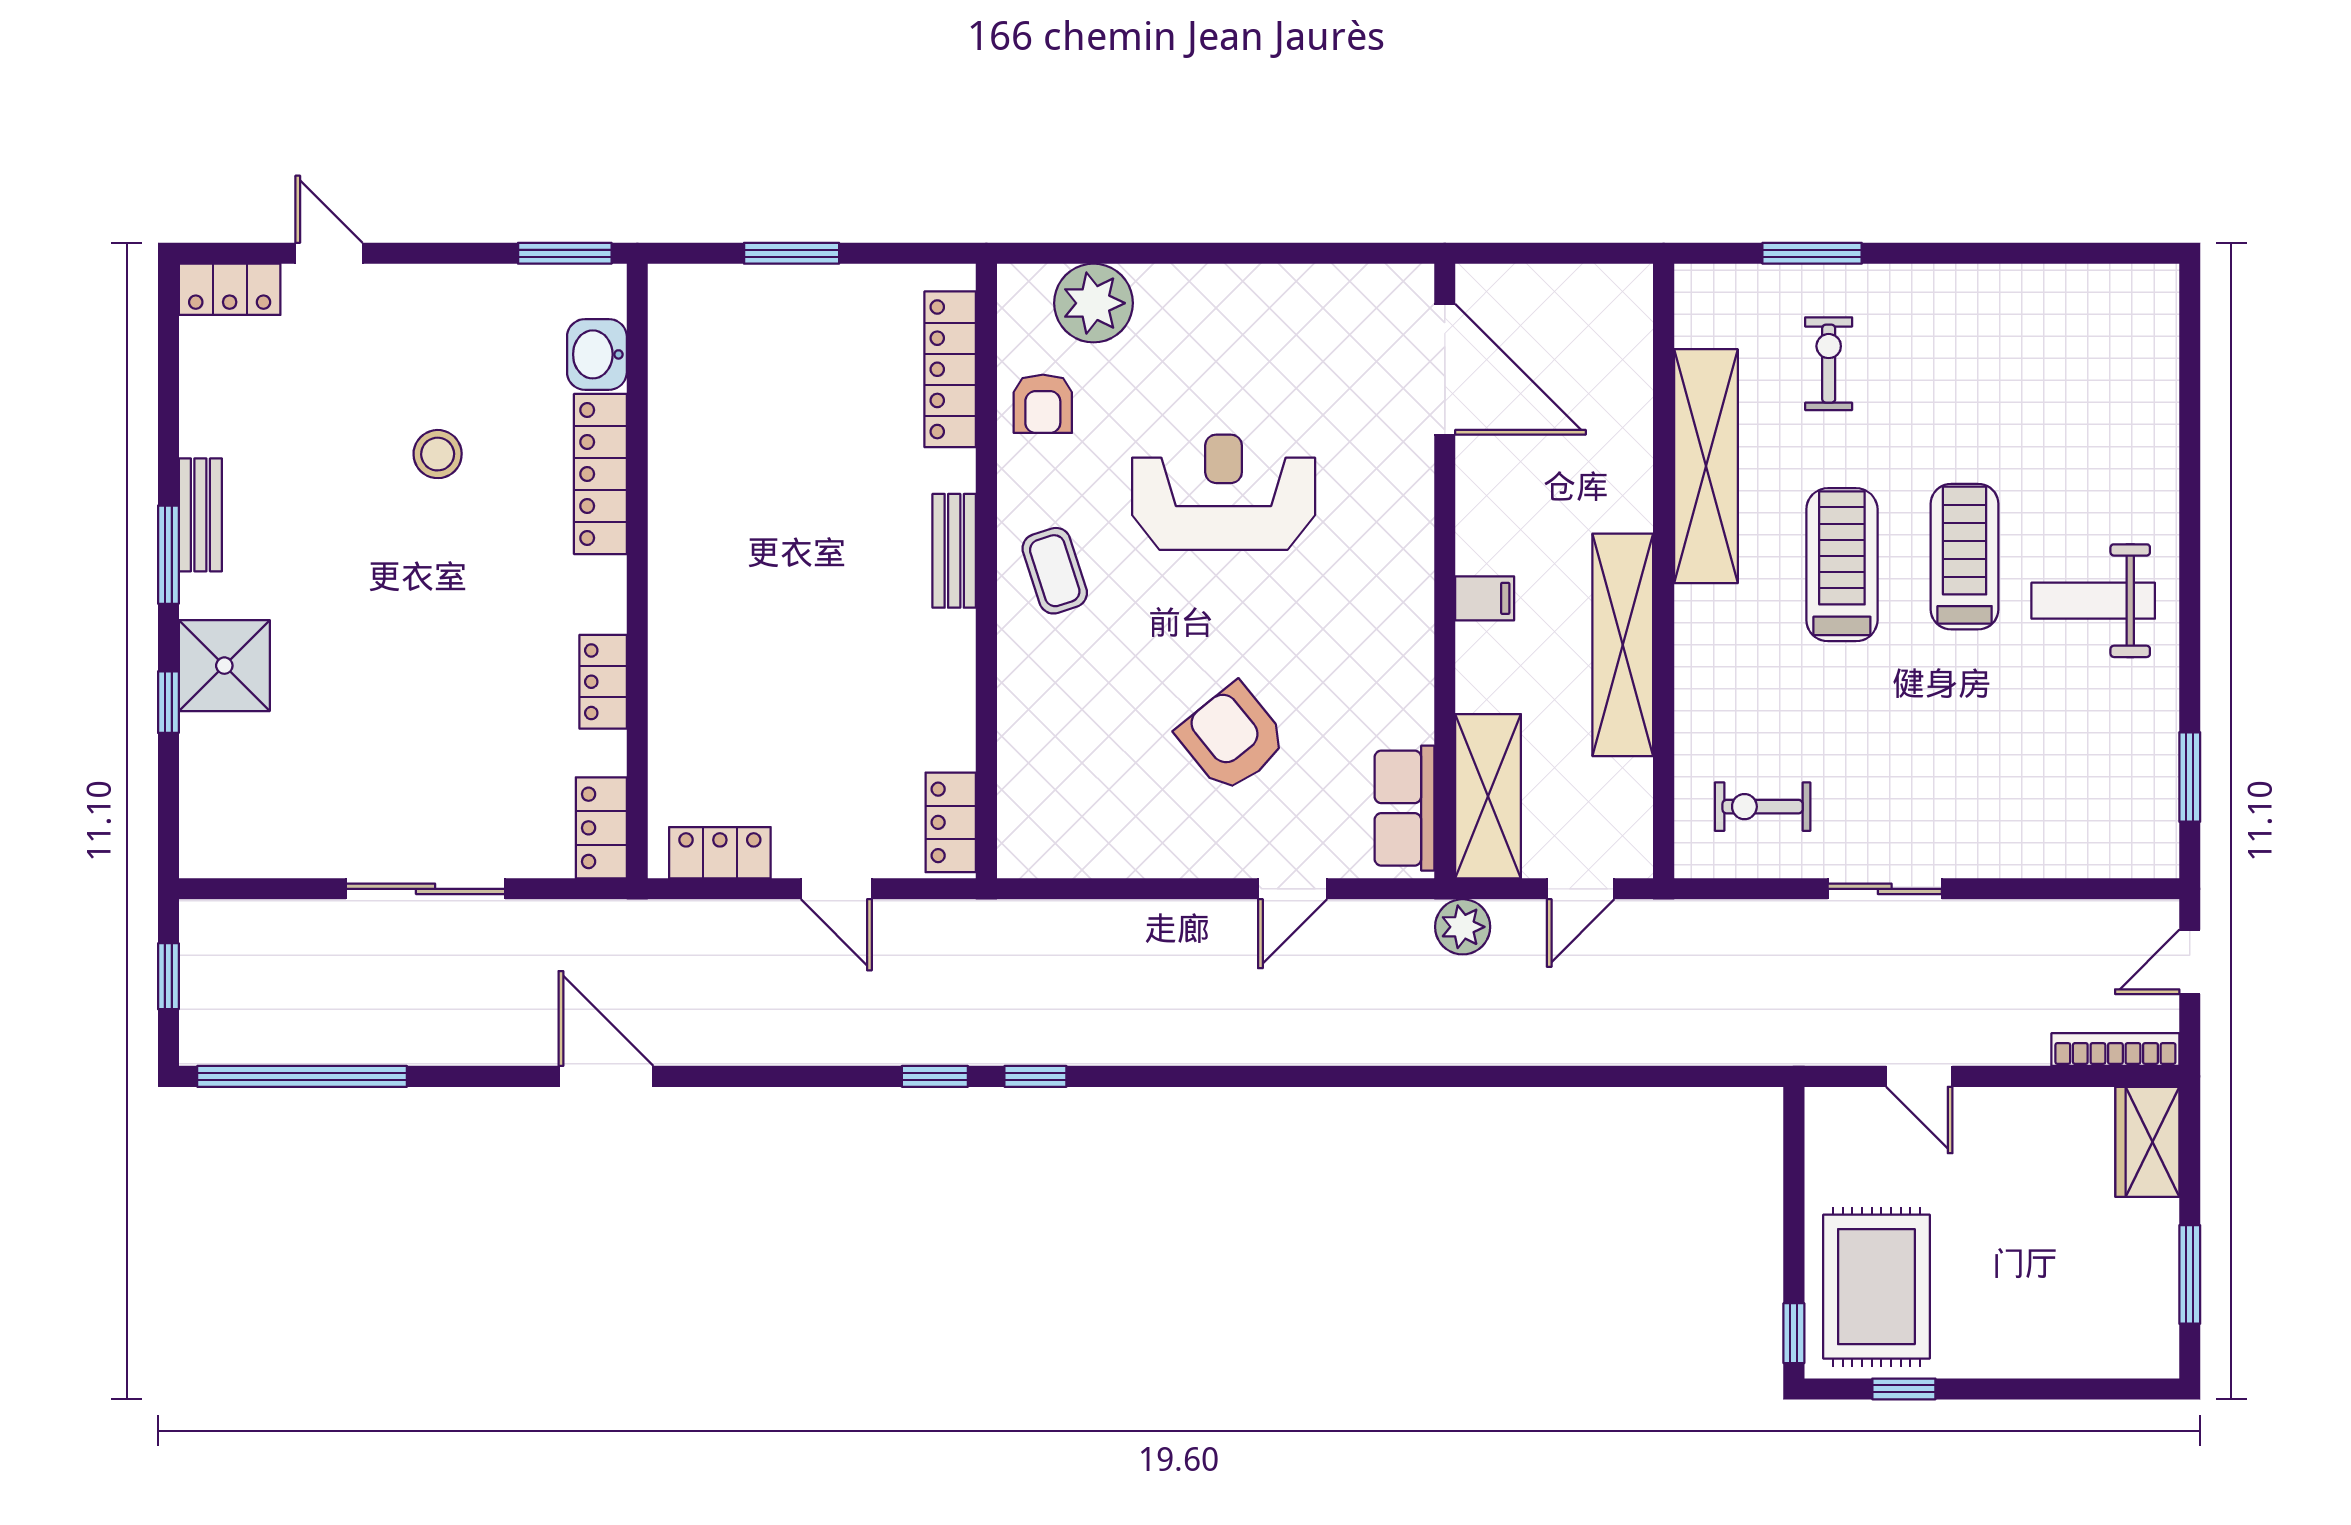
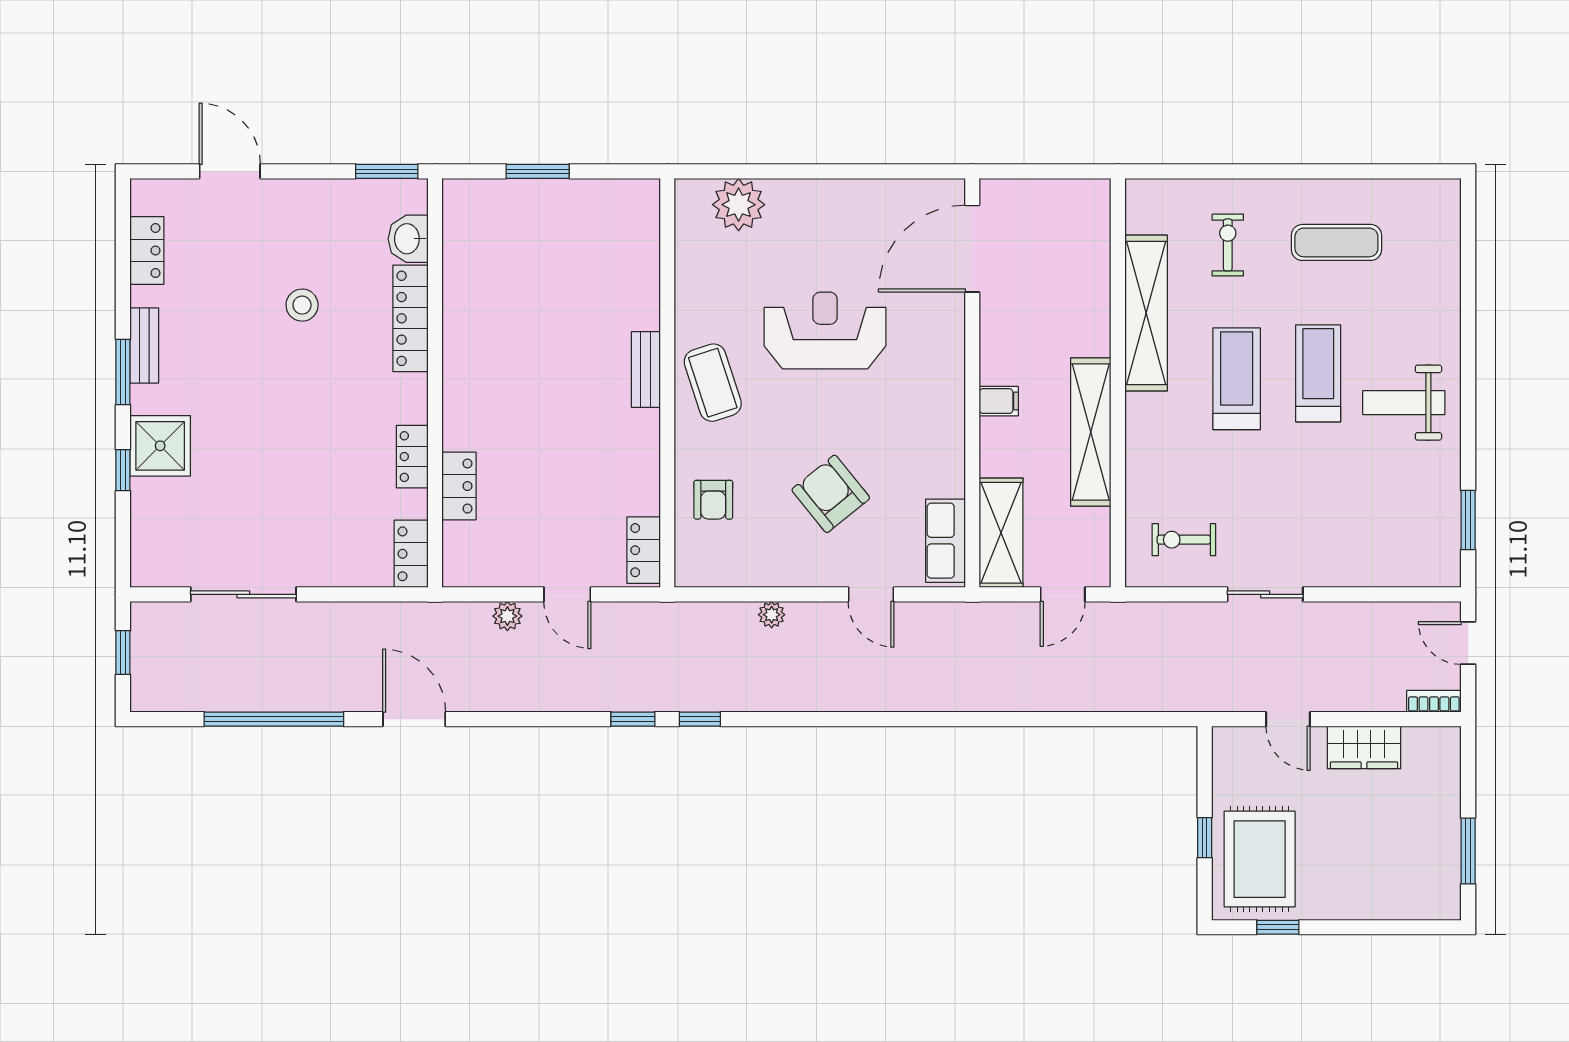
door: (329, 253) -> (230, 171), width x1.38
window: (1812, 253) -> (1217, 171), removed
locker: (230, 289) -> (147, 251), moved, turned -90
exercise mat: (1992, 360) -> (1336, 242), added
locker: (950, 369) -> (643, 249), removed
door: (1445, 369) -> (972, 249), swing flipped
armchair: (1043, 404) -> (713, 500), moved
coffee table: (1055, 571) -> (713, 383), width x1.36, depth x1.30
locker: (720, 853) -> (459, 486), moved, turned 90
sliding door: (426, 889) -> (243, 594), moved
door: (1293, 889) -> (871, 594), hinge flipped
plant: (746, 921) -> (507, 616), added
plant: (1463, 927) -> (772, 615), moved, width x0.73, depth x0.73
door: (2190, 962) -> (1468, 643), hinge flipped
bookcase: (2115, 1050) -> (1434, 701), width x0.64
window: (302, 1076) -> (274, 719), moved
wardrobe: (2147, 1142) -> (1364, 747), moved, turned -90
window: (1794, 1333) -> (1205, 838), moved

